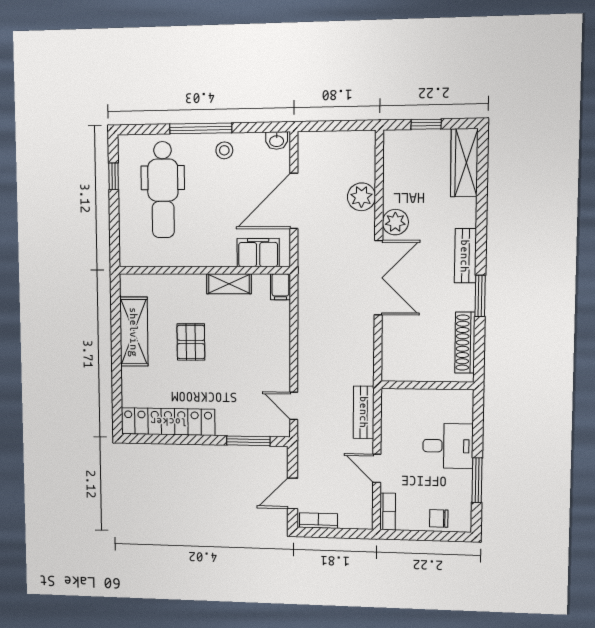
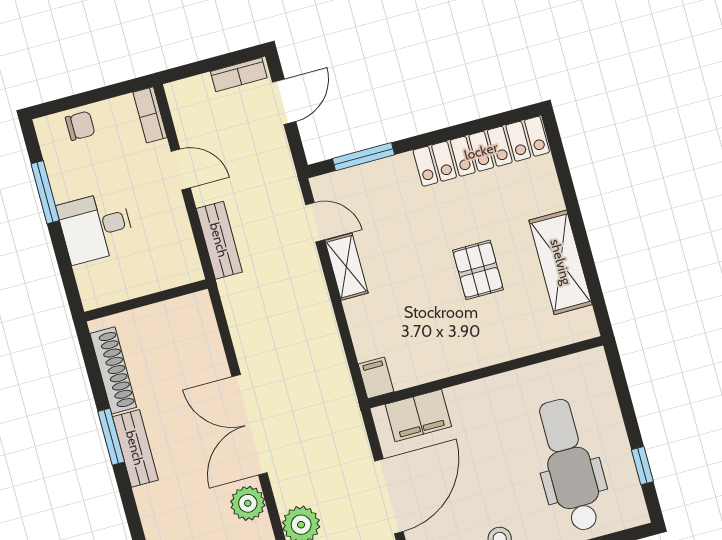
bench: (465, 256) -> (135, 448), moved
shelving: (229, 284) -> (346, 267), moved, turned 90

